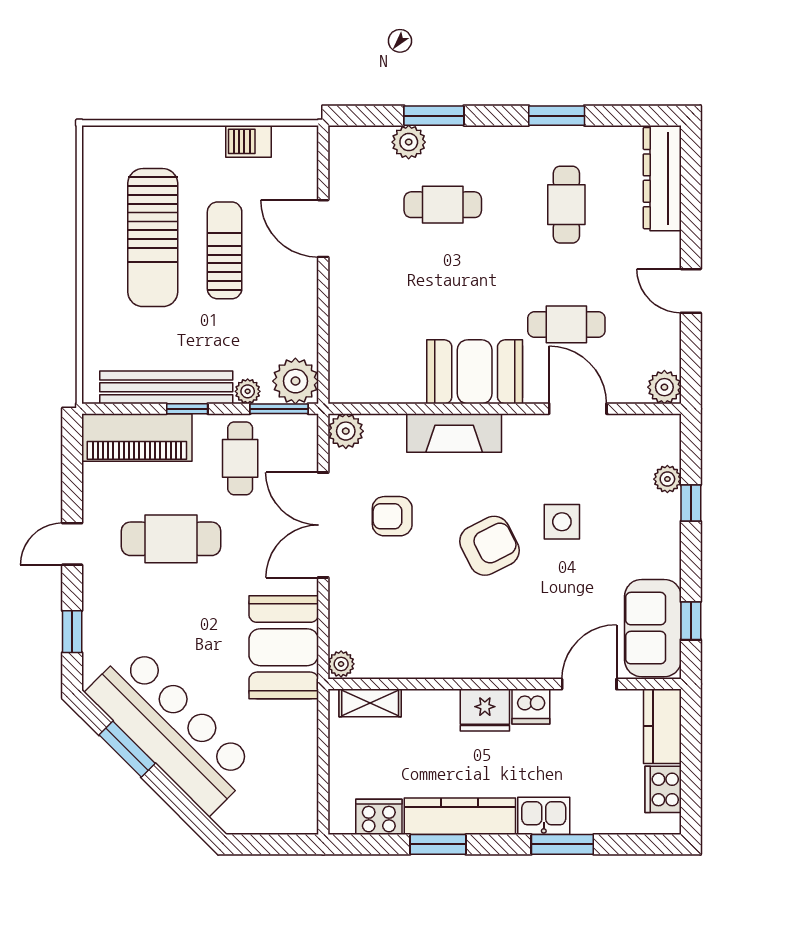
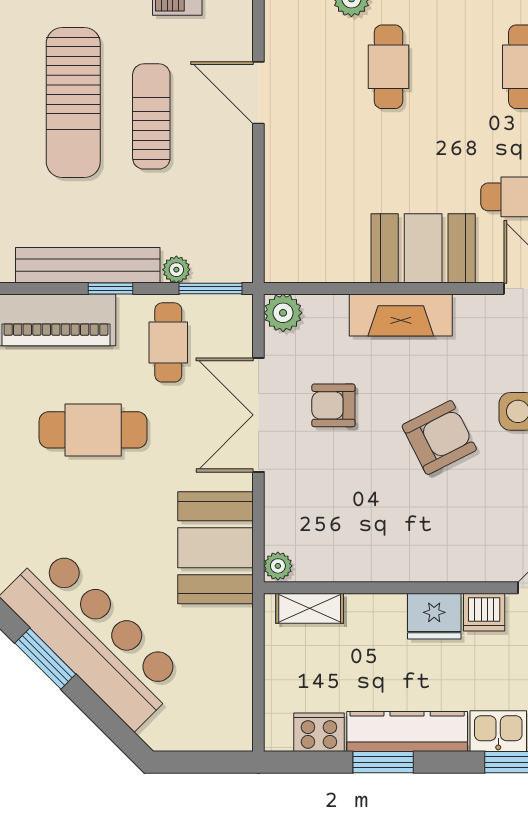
cafe table: (443, 205) -> (388, 67), turned 90
plant: (295, 381) -> (228, 258), removed

